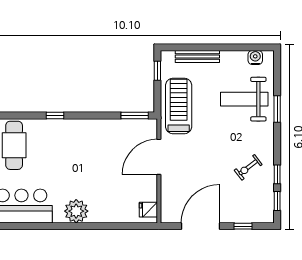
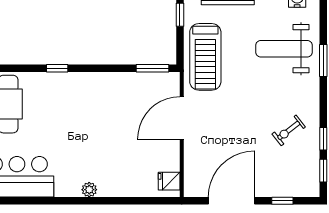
treadmill: (179, 106) -> (205, 57), turned 180
plant: (76, 211) -> (89, 190), width x0.53, depth x0.53

